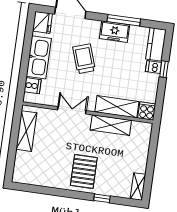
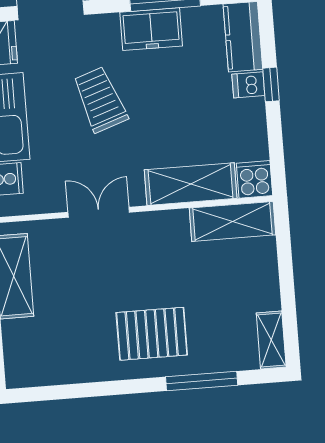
shelving: (111, 125) -> (232, 221), moved
pallet: (84, 172) -> (152, 334), turned 90
window: (102, 198) -> (202, 381), width x2.17

